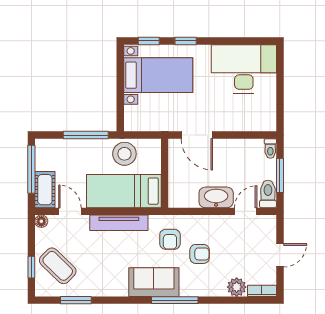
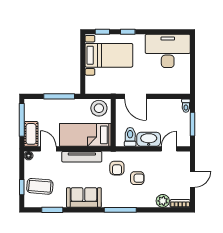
stool: (124, 154) -> (99, 108), moved
toilet: (268, 194) -> (130, 137), moved
coffee table: (58, 266) -> (40, 186), turned -39
sofa: (154, 282) -> (84, 197), moved

